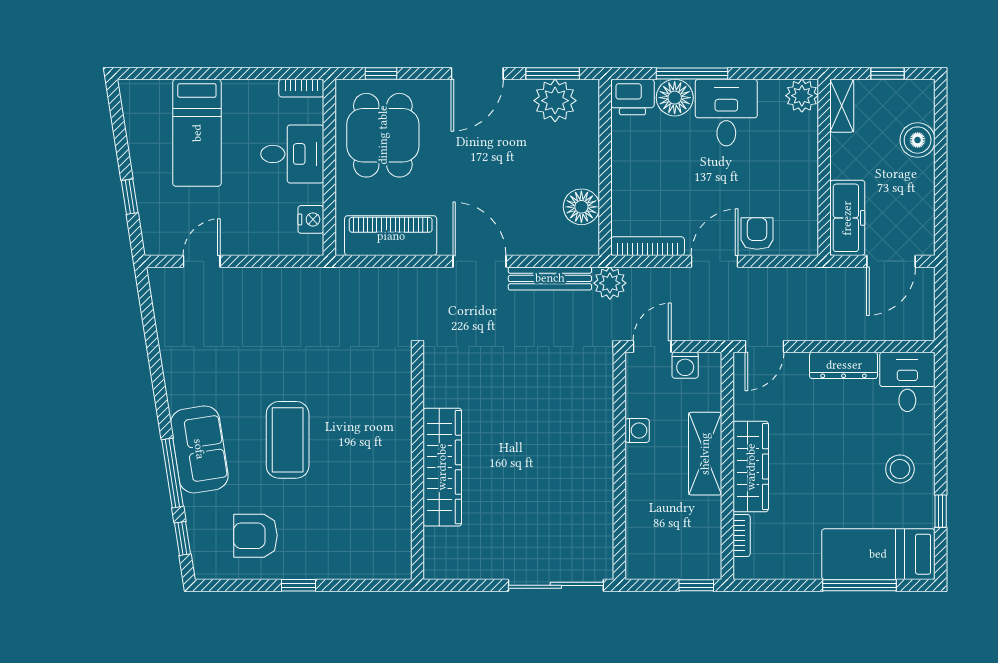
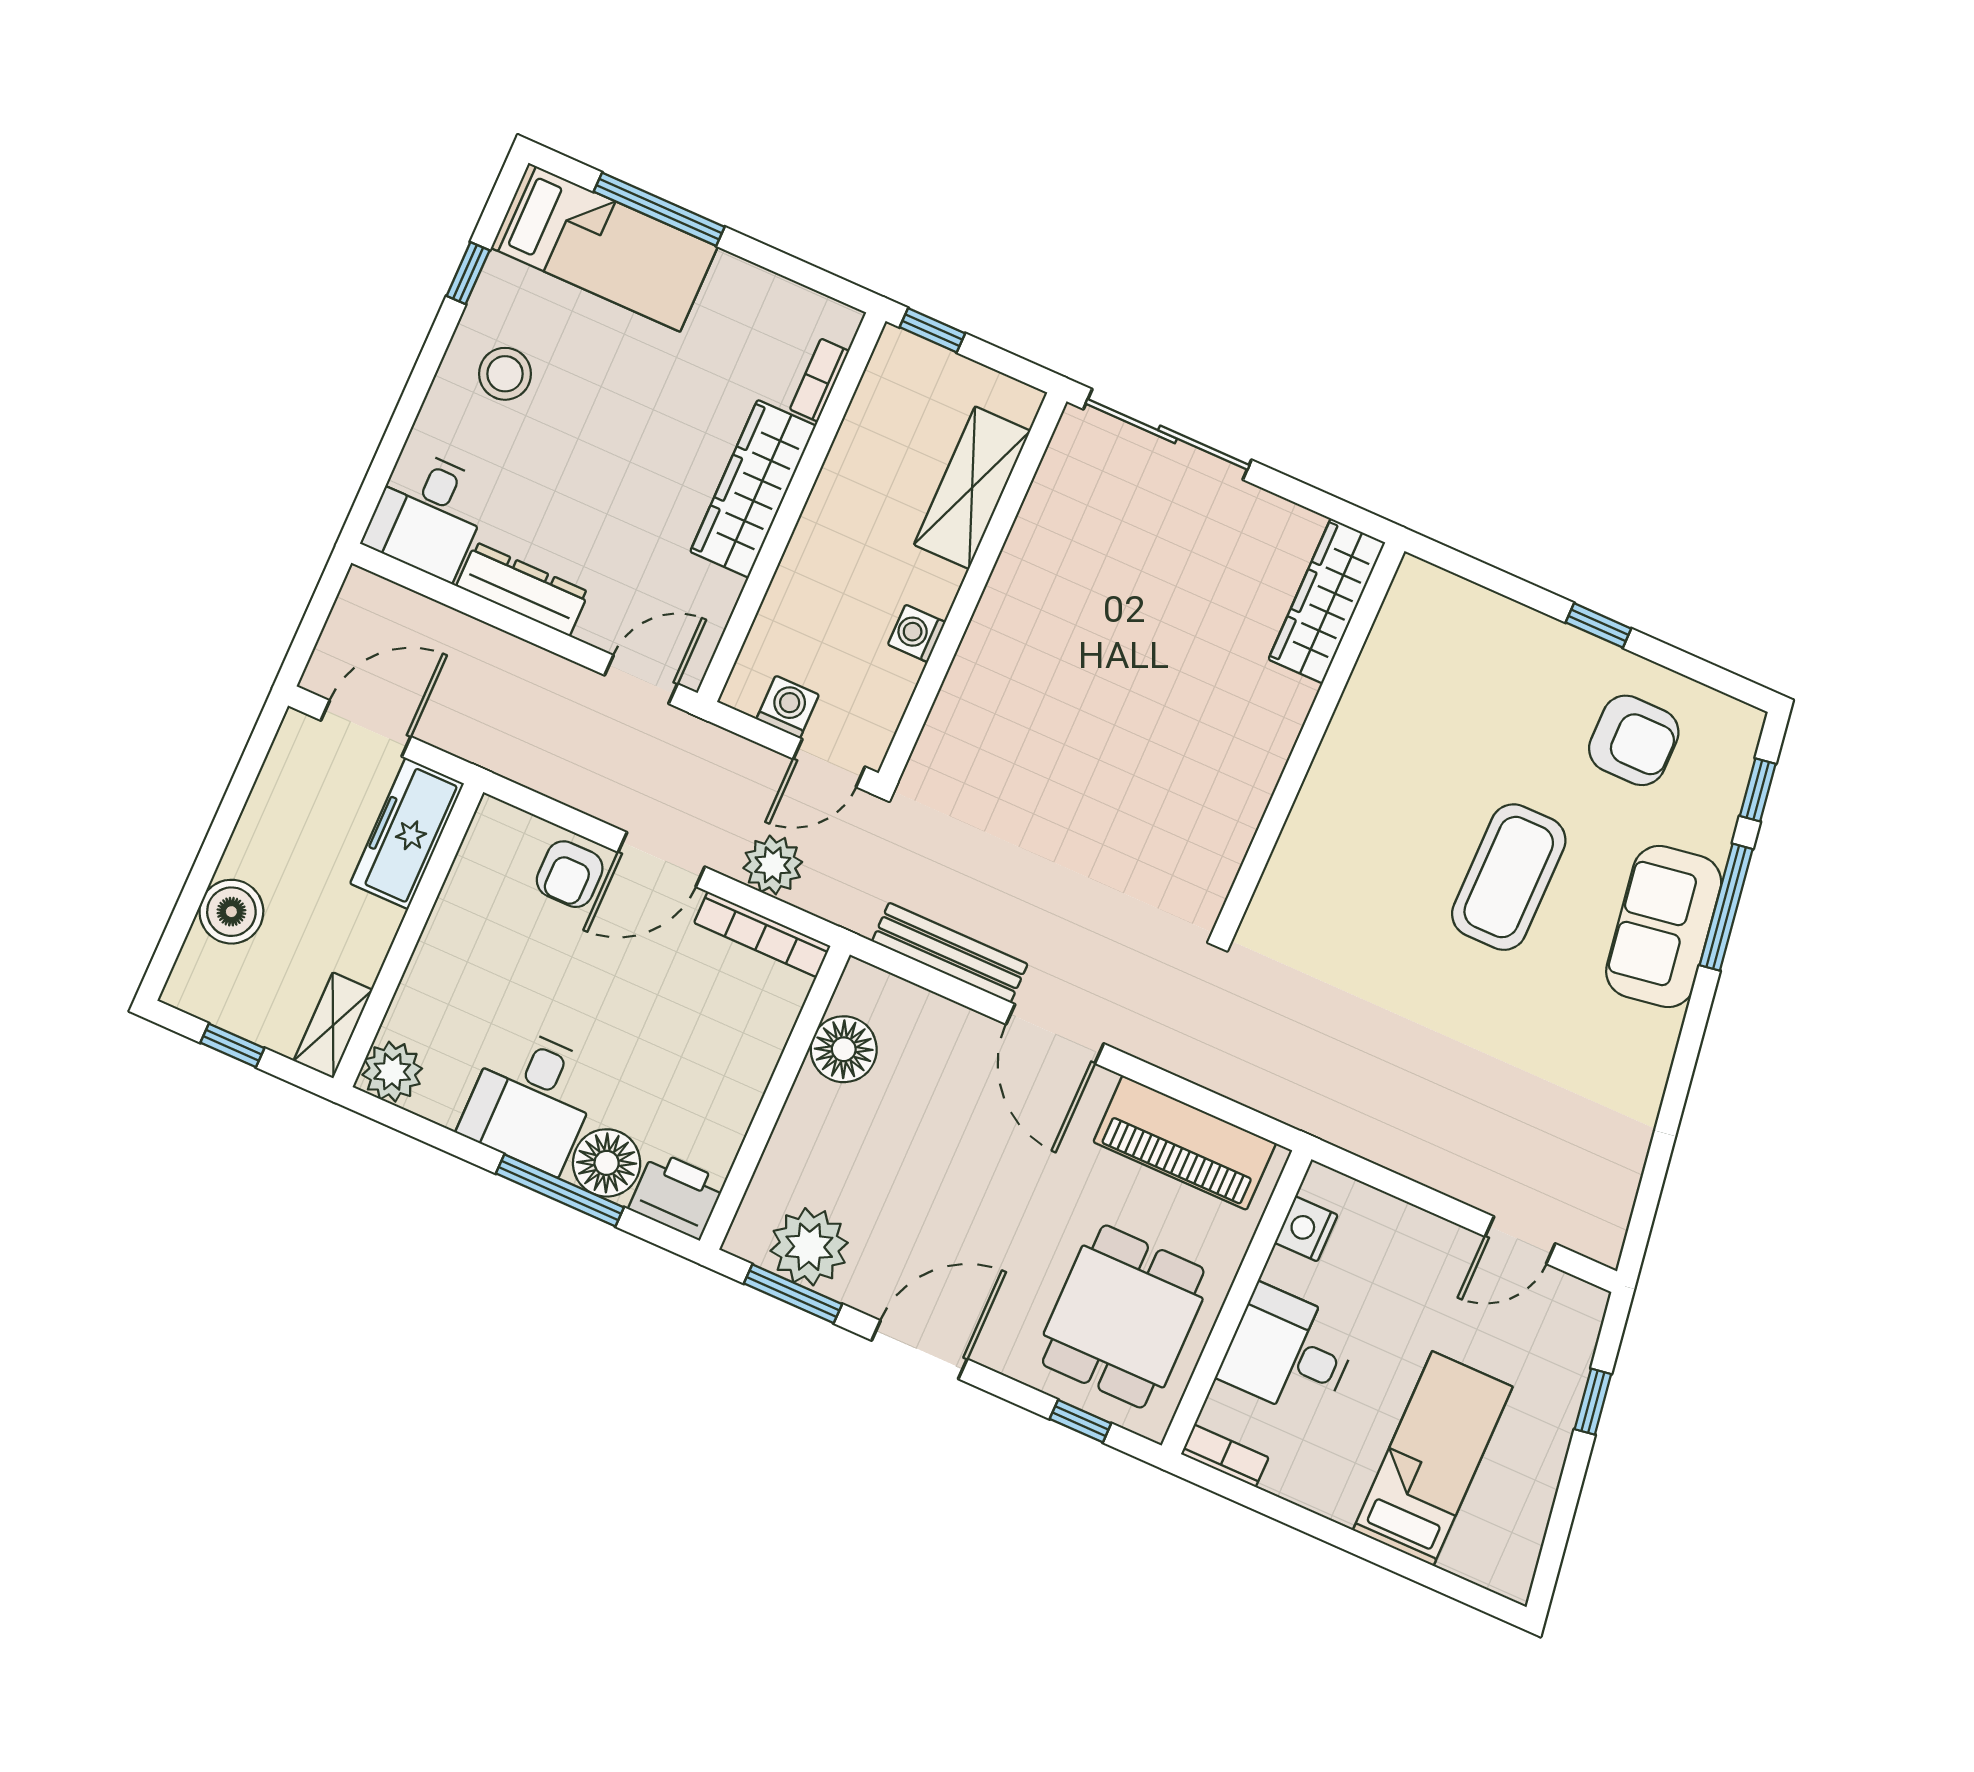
plant: (610, 283) -> (773, 865), moved
shelving: (705, 454) -> (972, 488), moved
wardrobe: (442, 467) -> (1327, 601), moved, width x0.71, depth x0.85

